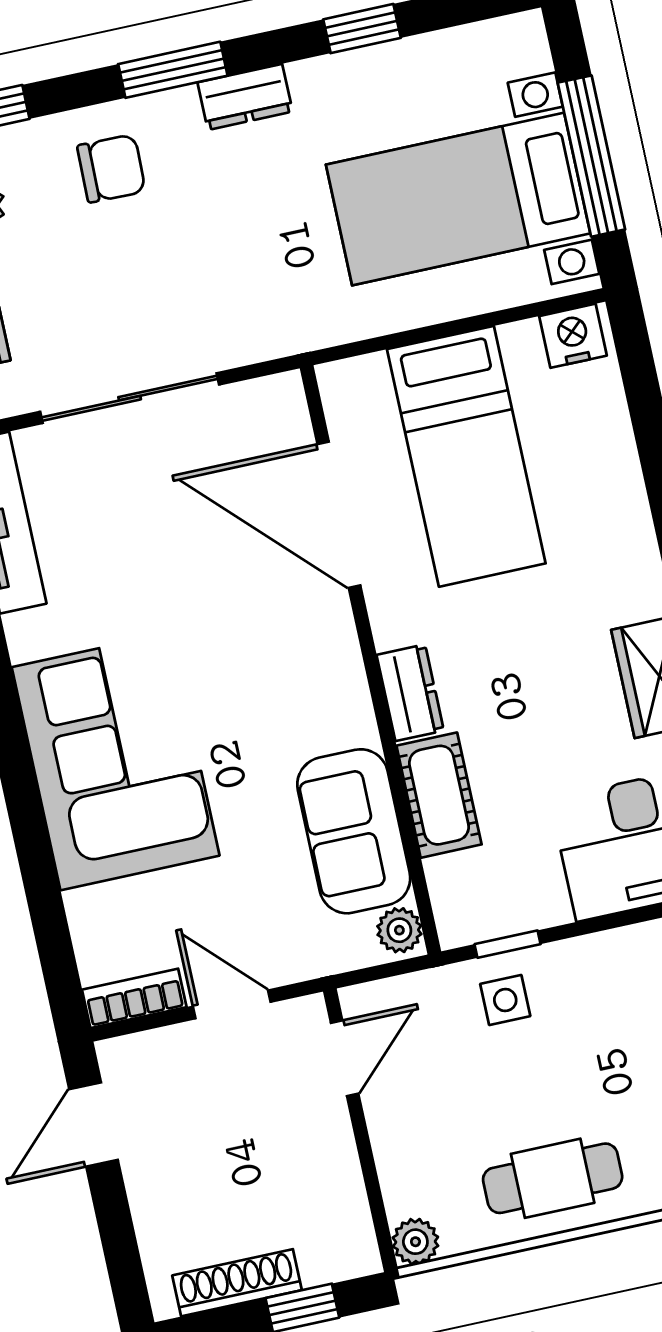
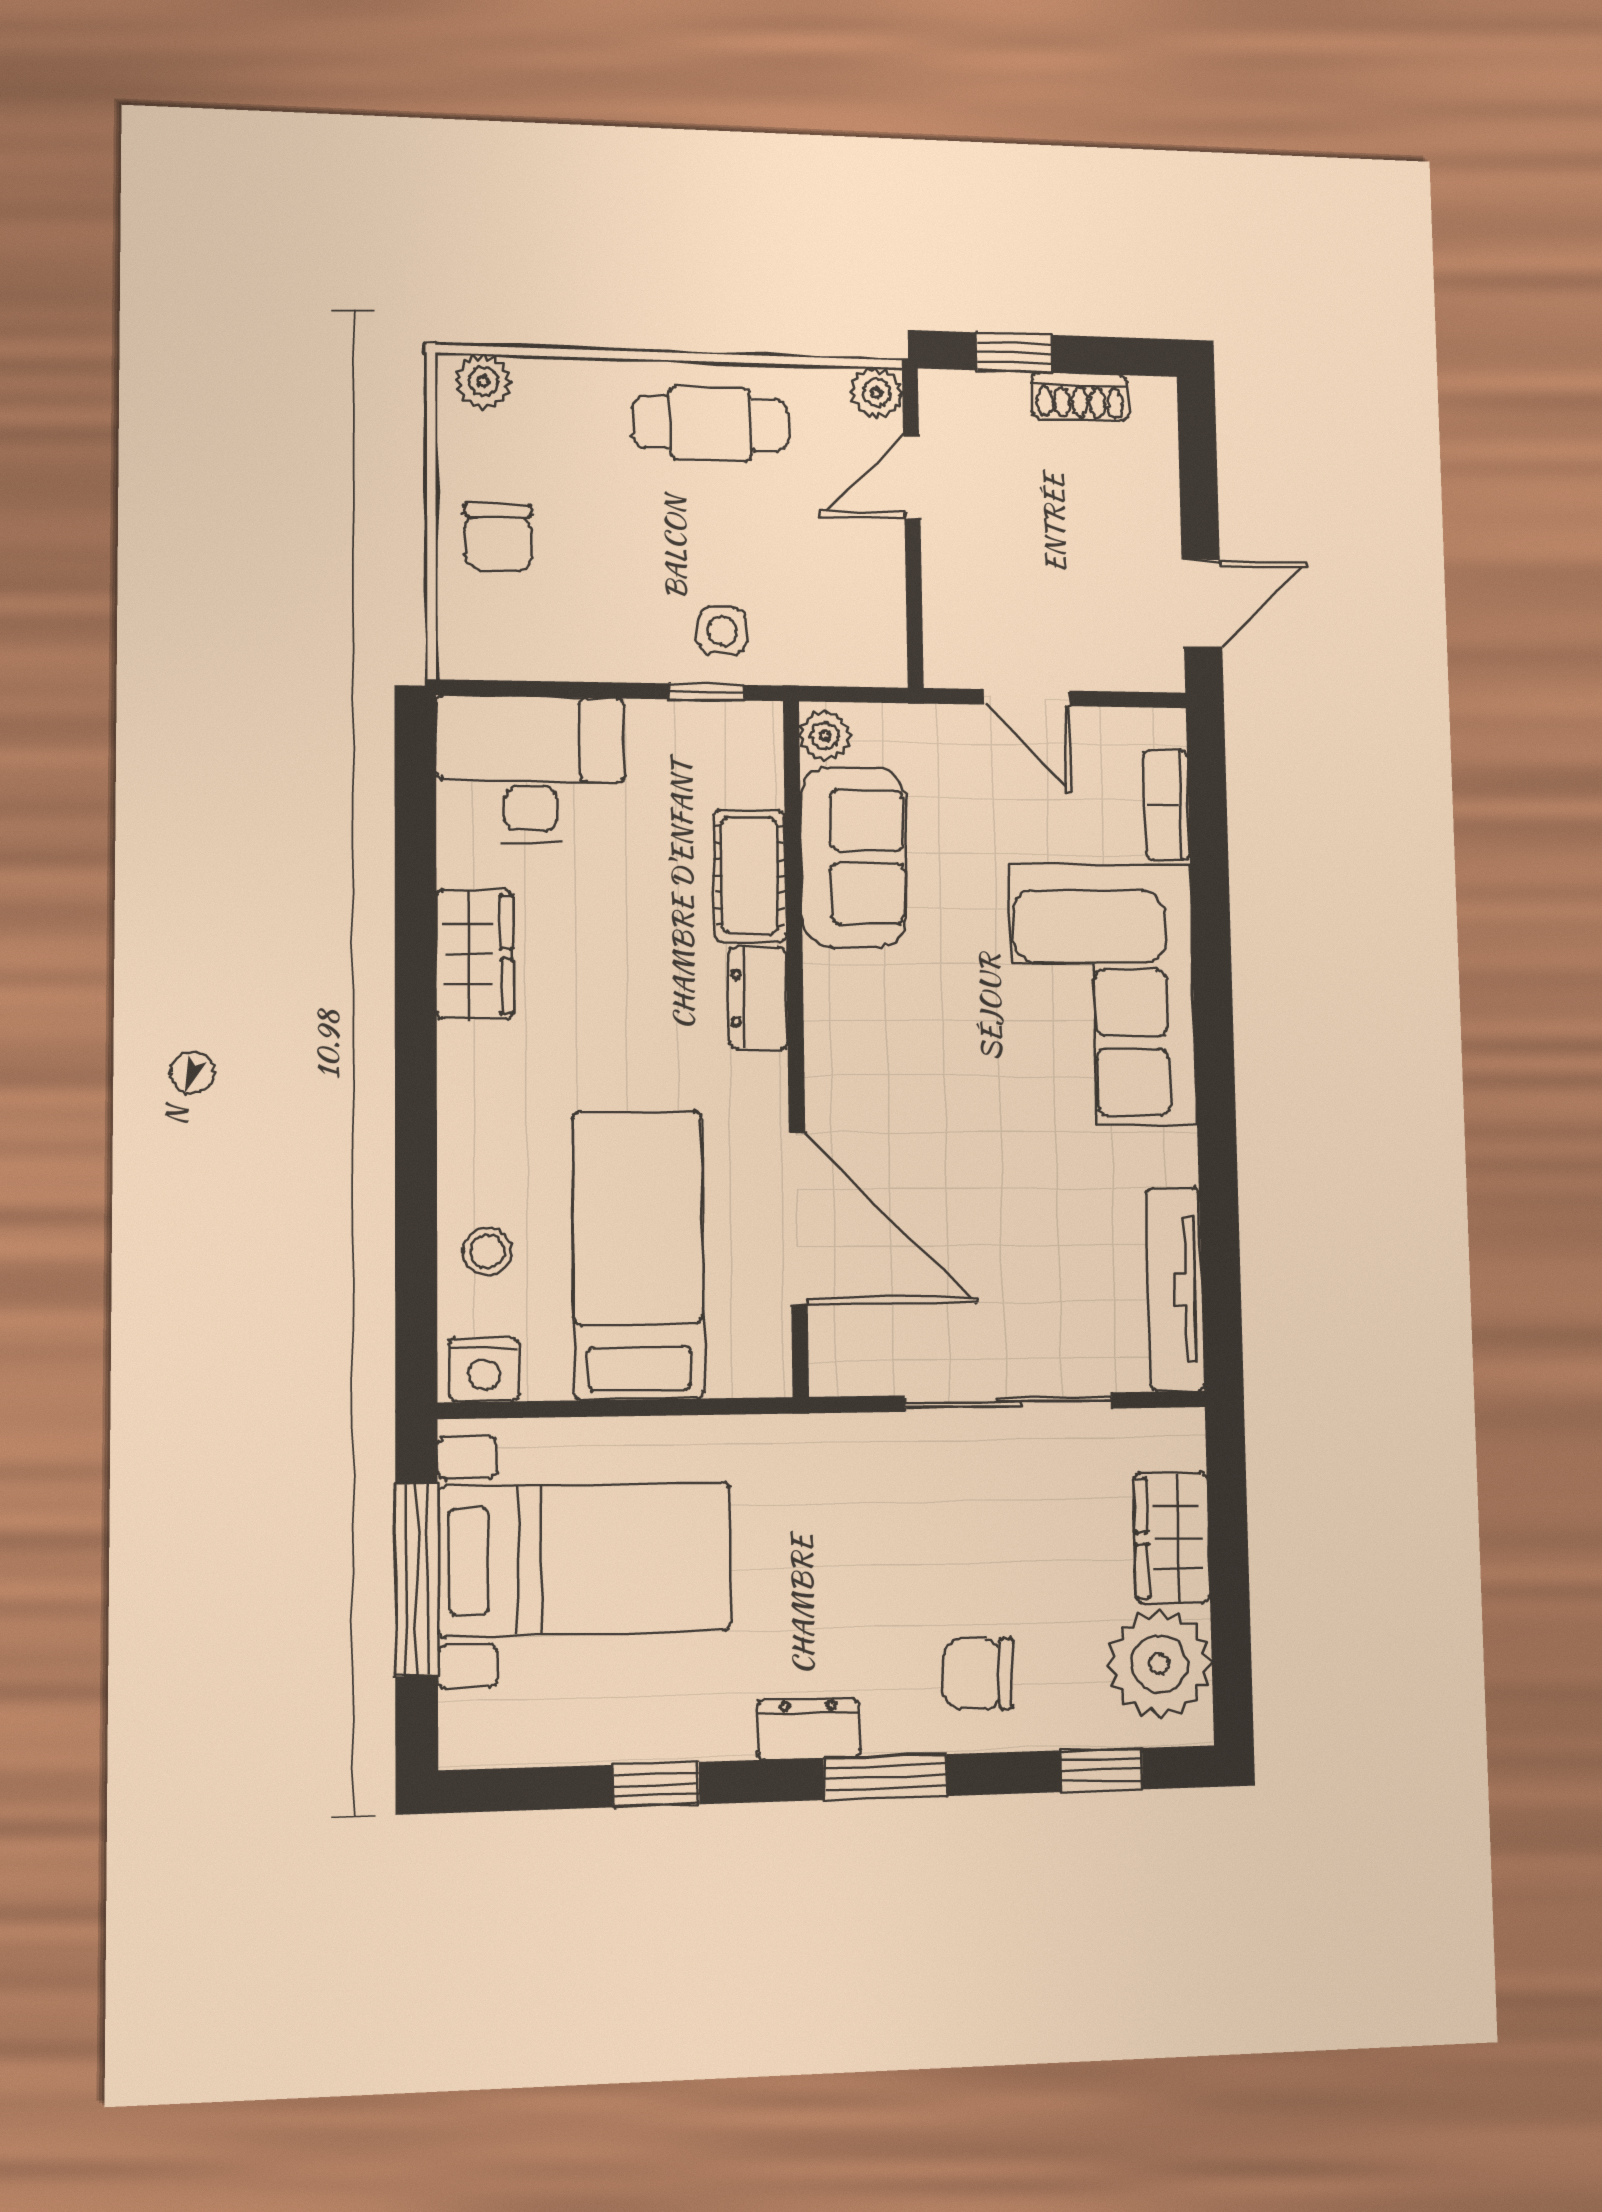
stool: (591, 433) -> (487, 1252), added
bookcase: (134, 998) -> (1167, 805), moved, turned 90
door: (345, 1058) -> (912, 477), moved
shoe rack: (237, 1283) -> (1080, 397), width x0.70

